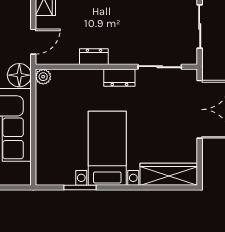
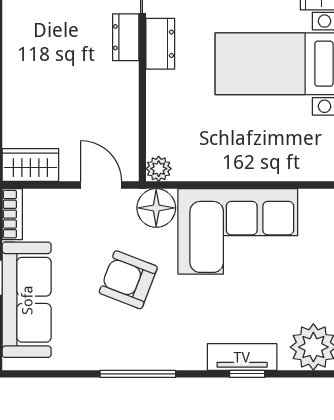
dresser: (94, 57) -> (126, 37), moved

